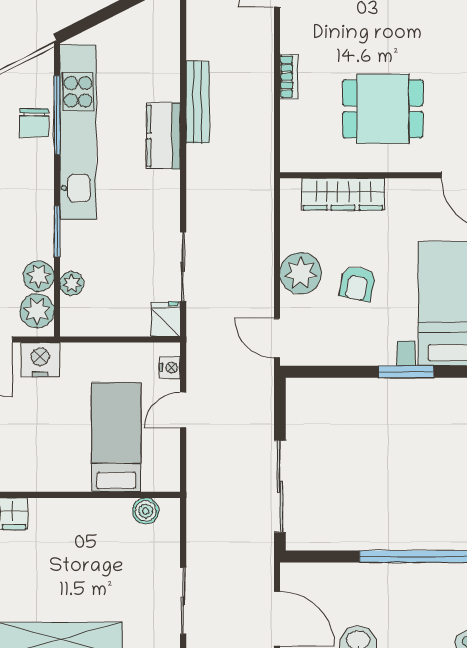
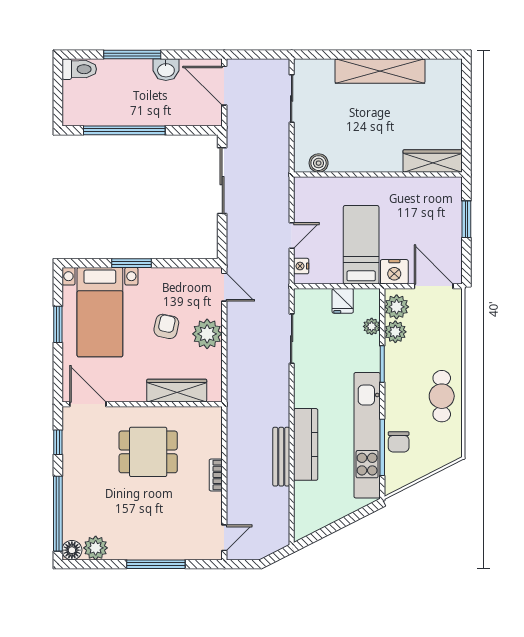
chair: (34, 123) -> (399, 442), turned 180
kitchen counter: (163, 136) -> (306, 444), width x1.50
fridge: (166, 319) -> (343, 301), moved
bed: (116, 437) -> (361, 245), moved, turned 180

